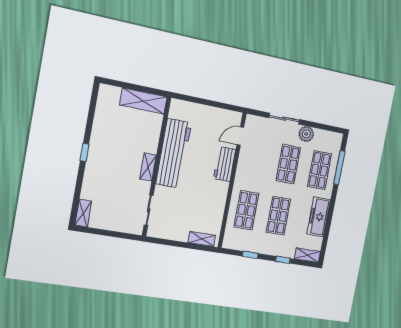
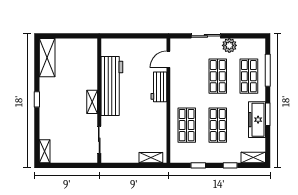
shelving: (143, 101) -> (47, 58), moved, turned 90
window: (330, 213) -> (268, 114), added

